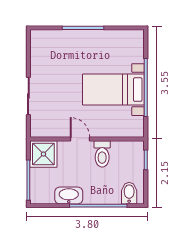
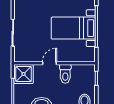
door: (80, 139) -> (50, 63), hinge flipped

